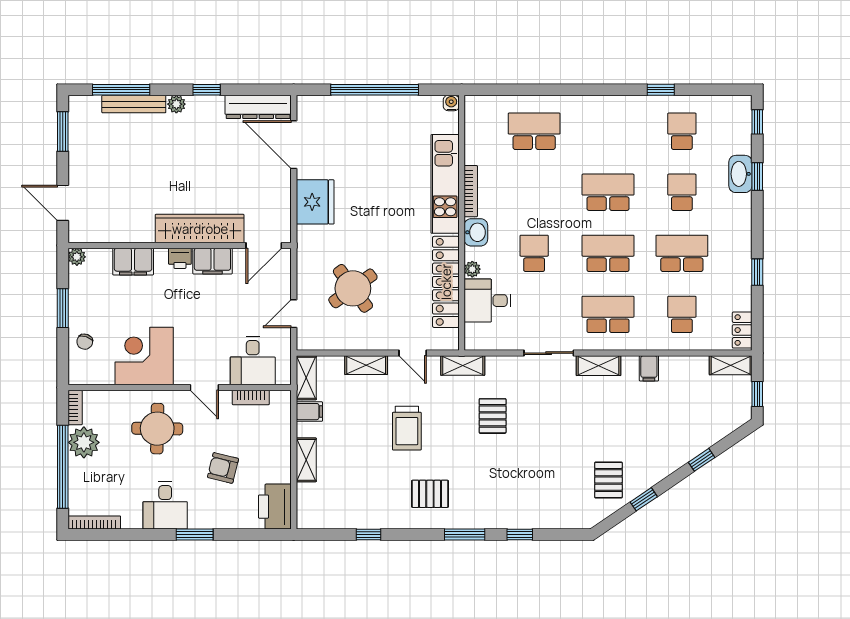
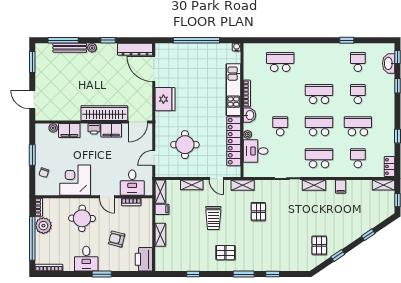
washbasin: (740, 174) -> (389, 63), moved
plant: (77, 257) -> (53, 128), moved
round table: (353, 288) -> (185, 145), turned 36

